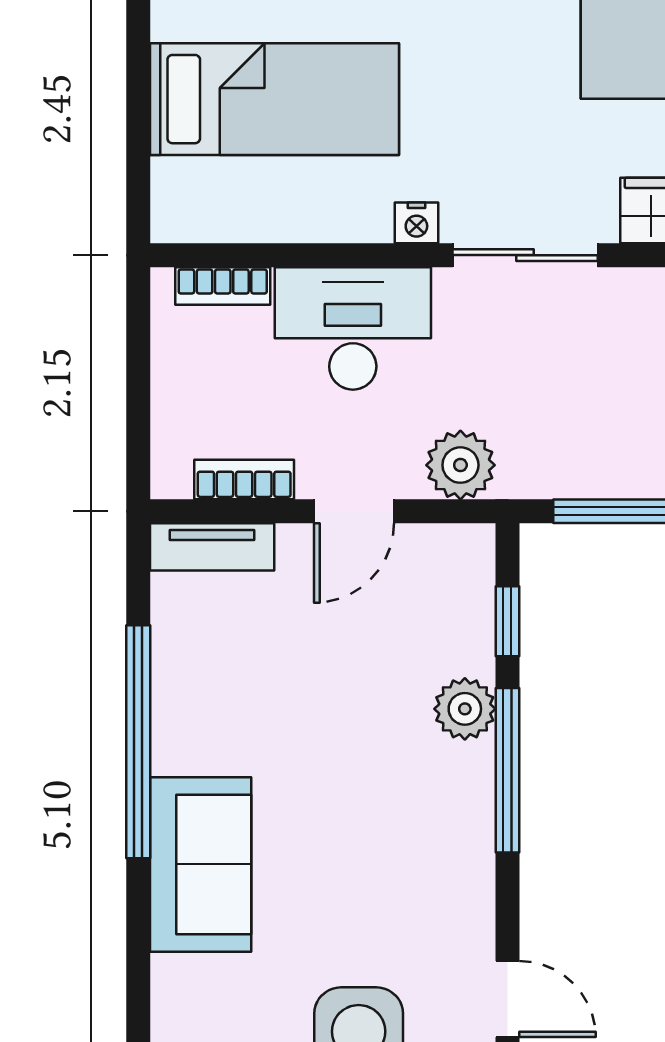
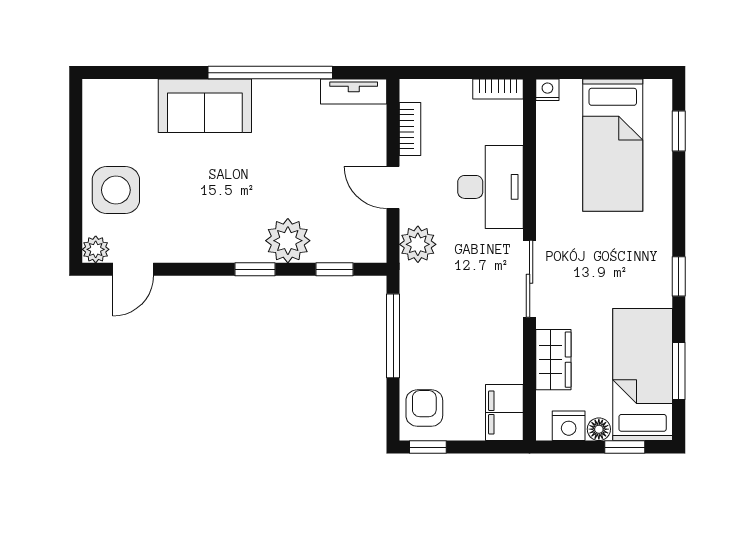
nightstand: (416, 223) -> (547, 90), moved, turned 90
bookcase: (223, 286) -> (498, 89), moved, turned -90
tv unit: (212, 547) -> (354, 91), moved, turned -90
plant: (465, 709) -> (288, 241), width x1.36, depth x1.36
window: (507, 770) -> (255, 269), width x0.46

